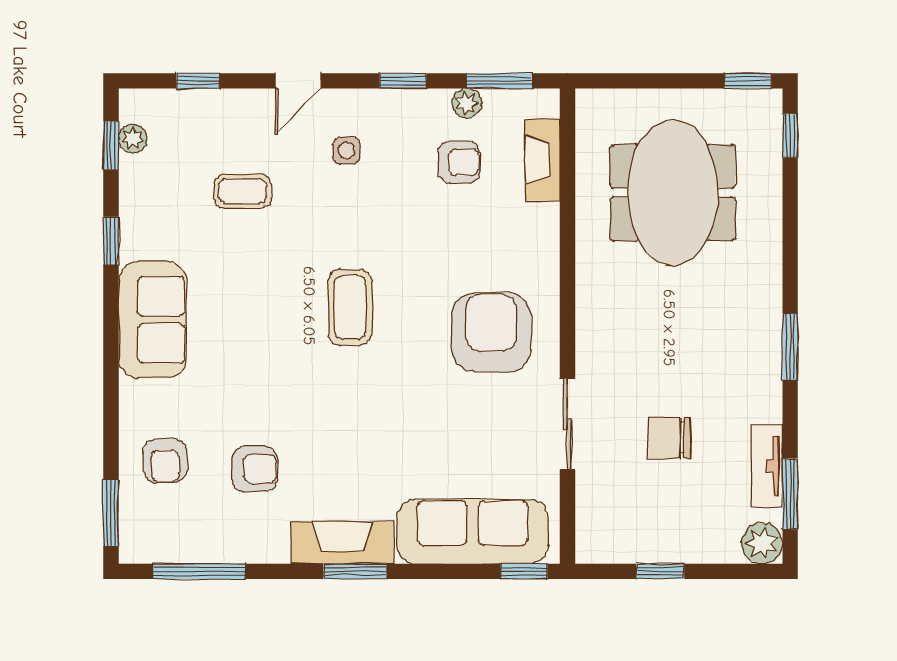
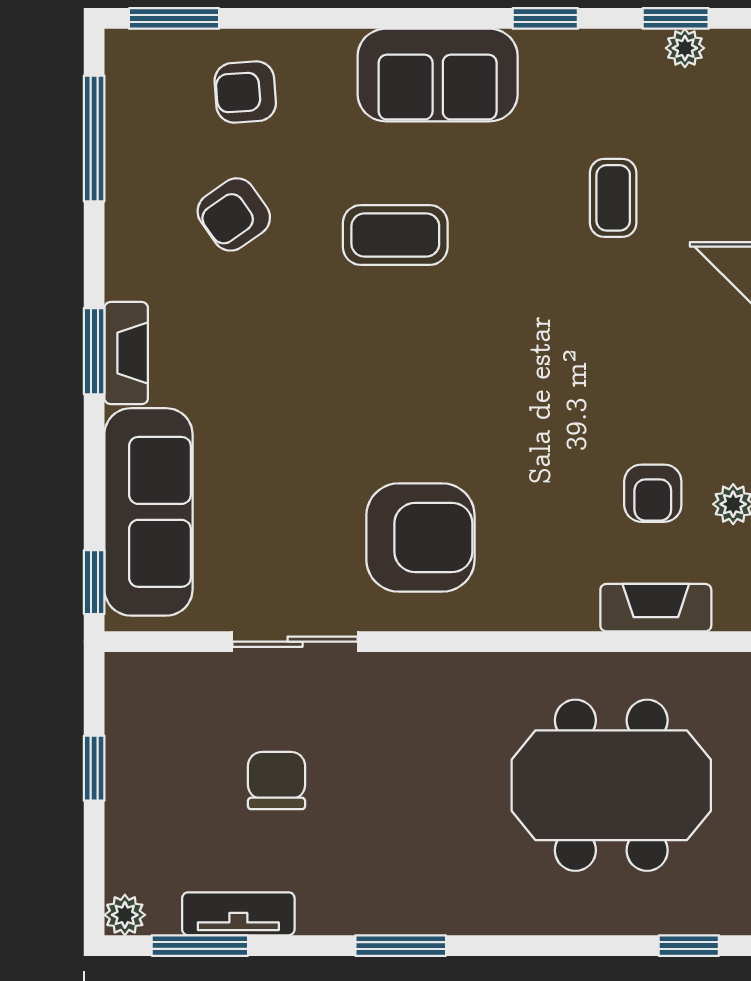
side table: (347, 151) -> (669, 340), removed
coffee table: (350, 307) -> (395, 235), moved
armchair: (255, 469) -> (234, 214), turned 55
fireplace: (342, 543) -> (126, 353), width x0.73, depth x0.76
plant: (762, 543) -> (125, 915), width x0.73, depth x0.73

